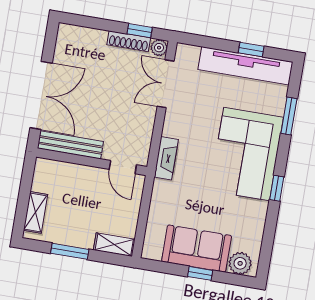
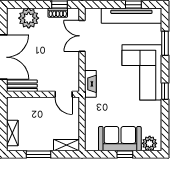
shoe rack: (129, 41) -> (58, 13), width x0.70
plant: (159, 48) -> (29, 18), moved, width x1.88, depth x1.88
bench: (70, 145) -> (22, 86), width x0.73

